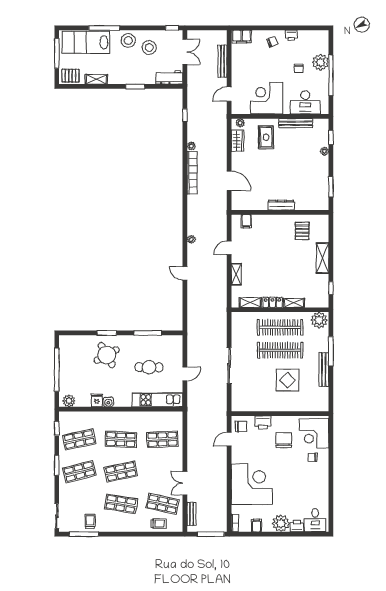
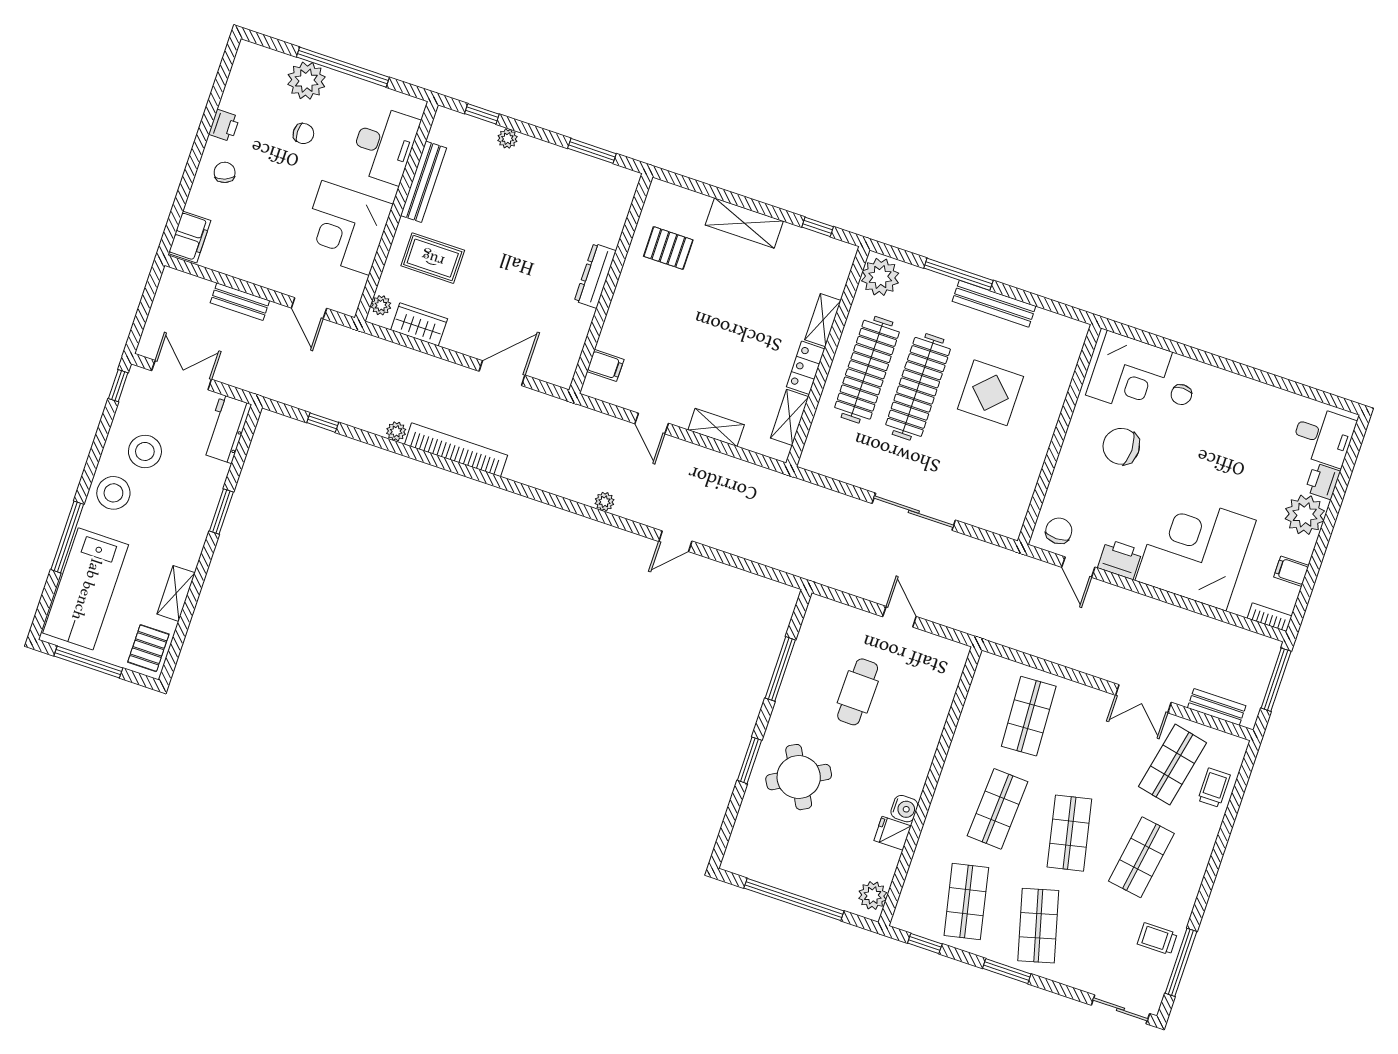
bench: (222, 61) -> (240, 302), width x0.73
kitchen unit: (157, 400) -> (937, 698), removed
printer: (263, 422) -> (1120, 559), moved, turned -90

